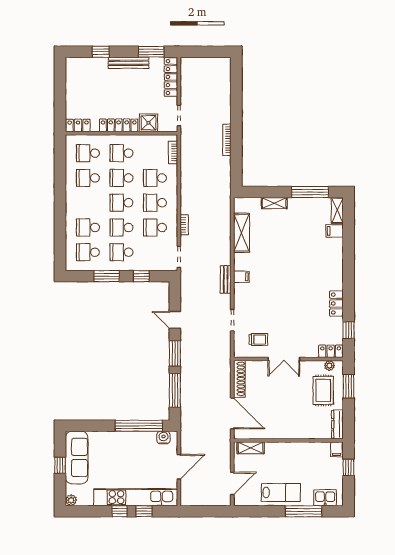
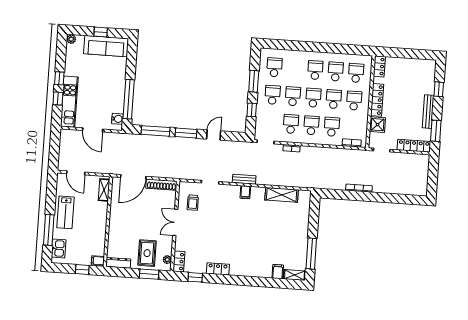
shelving: (274, 203) -> (304, 224), removed
school desk: (88, 227) -> (315, 70), moved
rug: (323, 390) -> (147, 253), turned 90
kitchen unit: (136, 497) -> (69, 102), width x0.73

